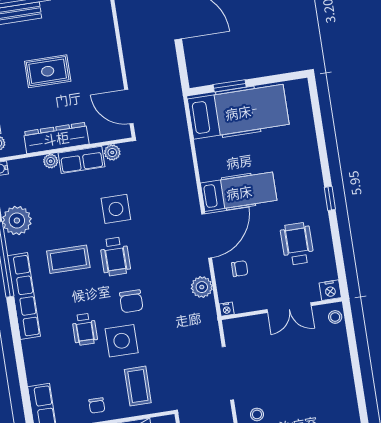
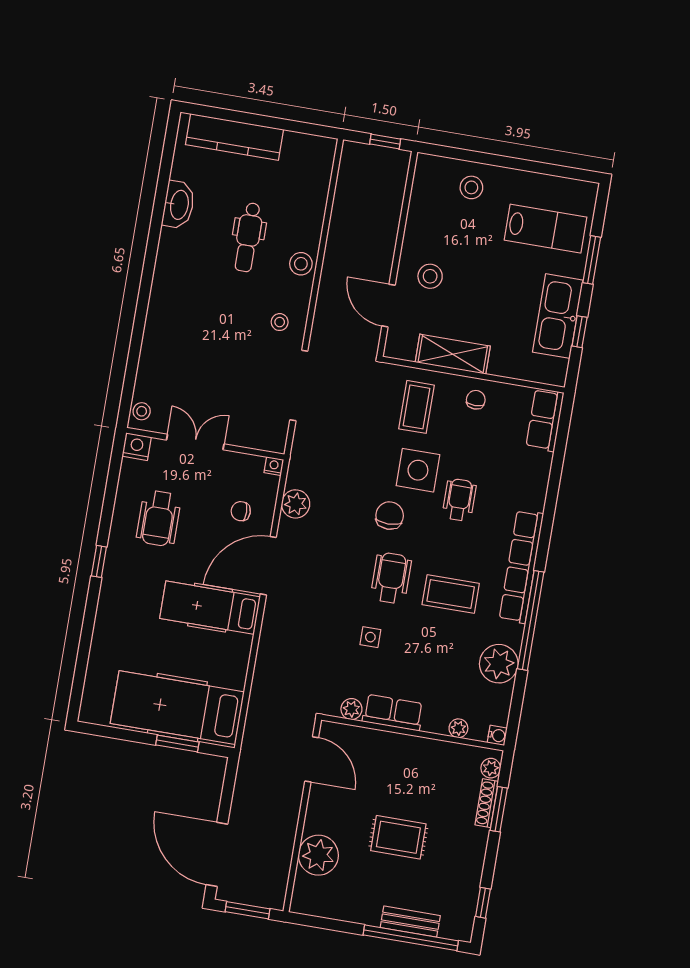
plant: (101, 39) -> (318, 855), added
dresser: (56, 138) -> (415, 750), removed
plant: (51, 161) -> (458, 728), moved
side table: (116, 209) -> (370, 637), width x0.54, depth x0.54

